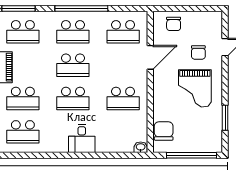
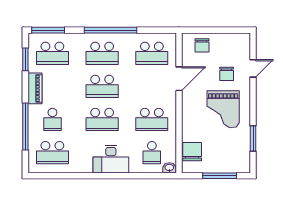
school desk: (23, 99) -> (52, 119), width x0.54
school desk: (123, 132) -> (152, 153), added
desk: (82, 138) -> (111, 159), width x1.37
window: (191, 155) -> (220, 176), width x0.68

